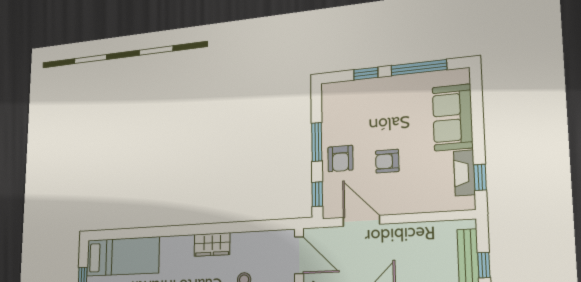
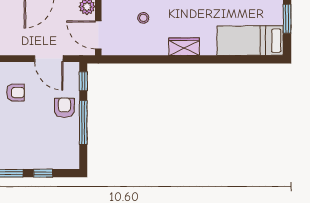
window: (317, 142) -> (83, 123), width x1.44
armchair: (387, 161) -> (15, 93), moved
wardrobe: (212, 244) -> (184, 47), moved

